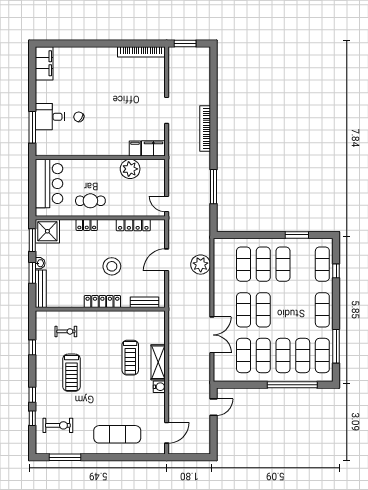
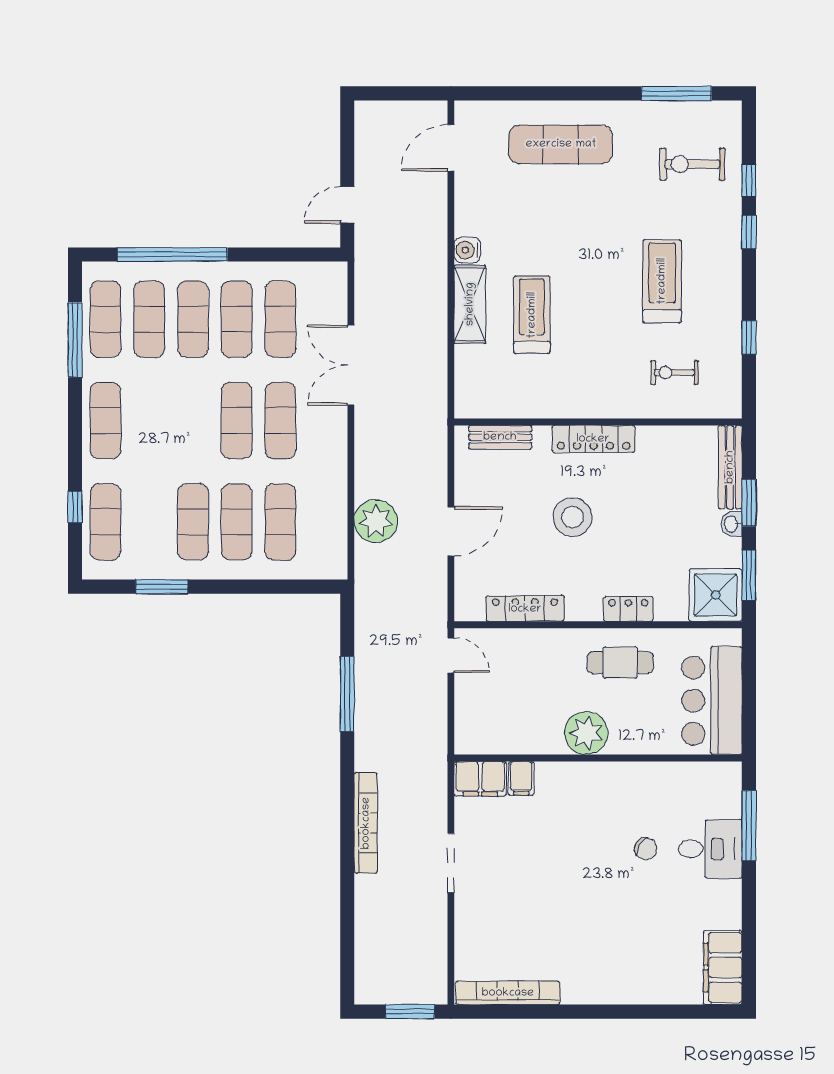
plant: (130, 169) -> (586, 733), moved

